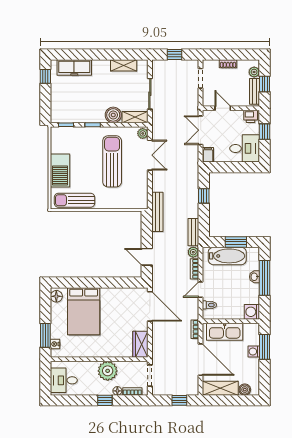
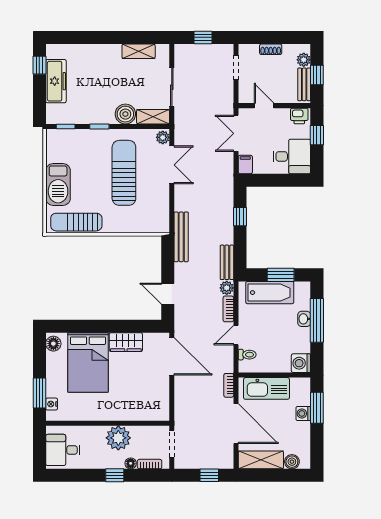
freezer: (74, 68) -> (56, 81), moved, turned -90
wardrobe: (140, 344) -> (126, 342), moved, turned -90

